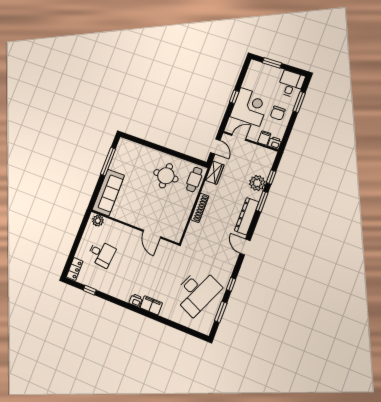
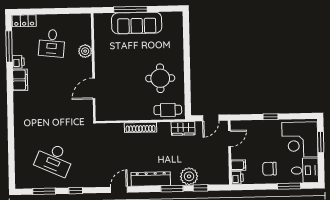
corner desk: (250, 107) -> (300, 140), moved, turned 90
door: (239, 137) -> (229, 139), hinge flipped
window: (108, 161) -> (130, 10), moved
sofa: (108, 193) -> (137, 23), moved
plant: (98, 221) -> (85, 51), moved
window: (90, 290) -> (9, 46), width x2.17
desk: (197, 292) -> (54, 159), width x0.73, depth x0.77
printer: (136, 300) -> (18, 62), moved
filing cabinet: (151, 305) -> (20, 80), moved

